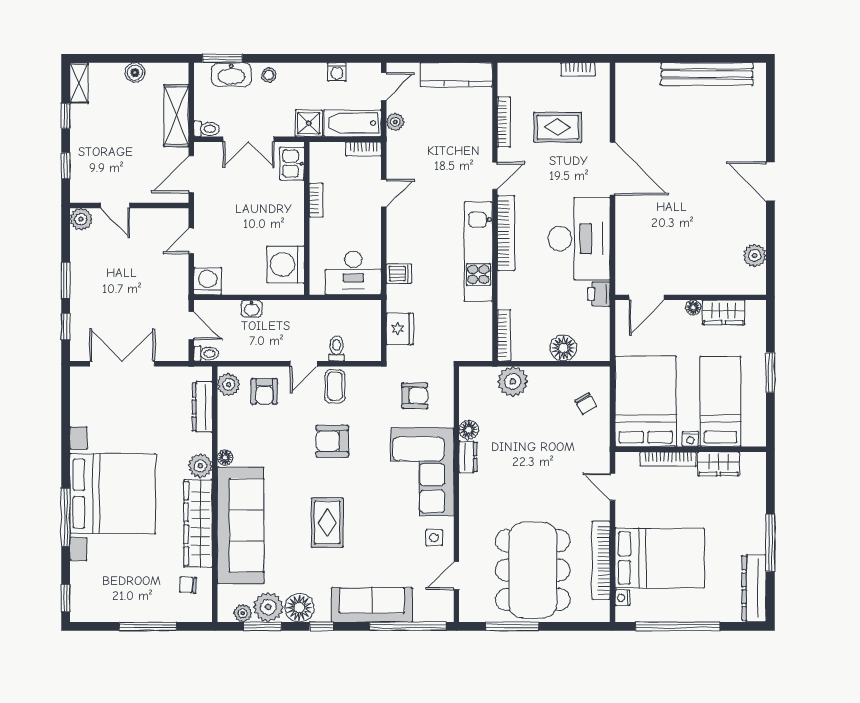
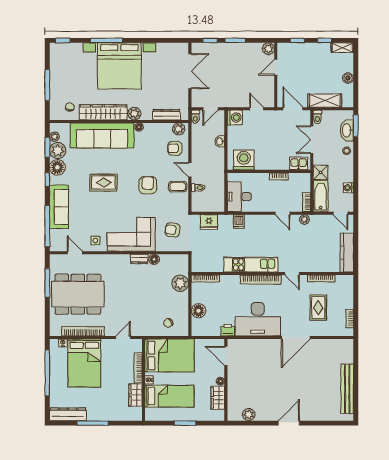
plant: (395, 122) -> (304, 219), moved
armchair: (415, 396) -> (173, 230), turned 99

